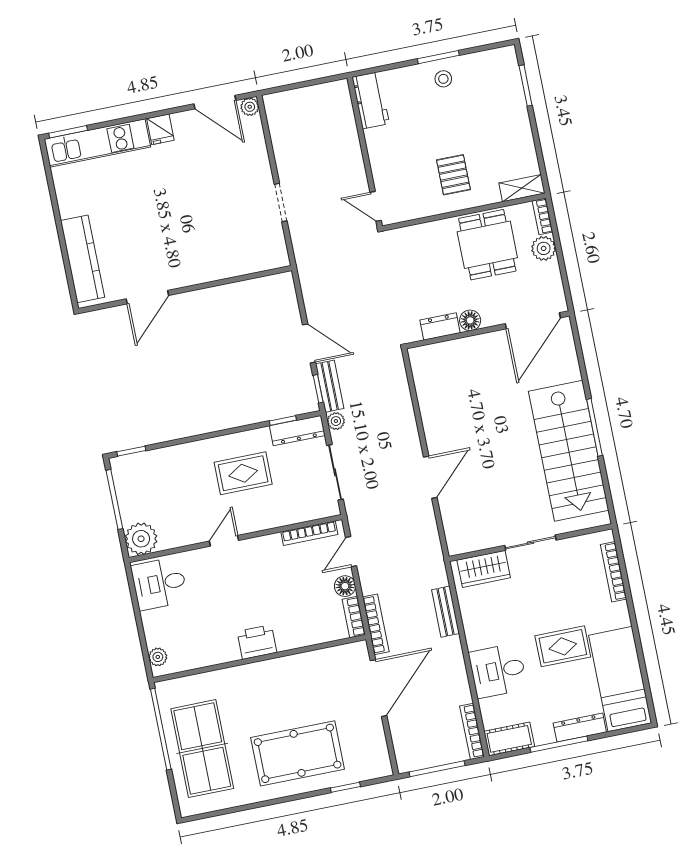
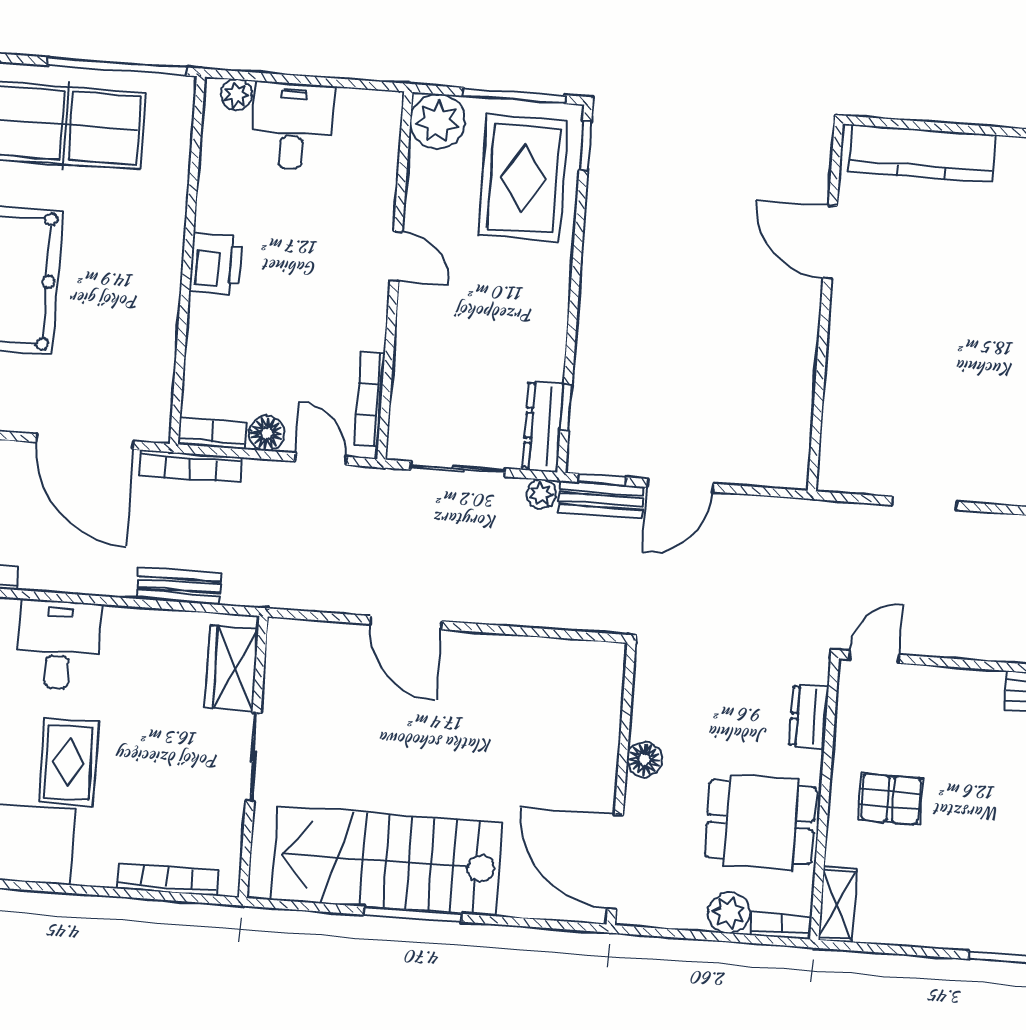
dresser: (440, 326) -> (809, 717), moved, turned 180
rug: (243, 473) -> (523, 178), moved, width x1.36, depth x1.43
desk: (159, 583) -> (293, 126), moved

